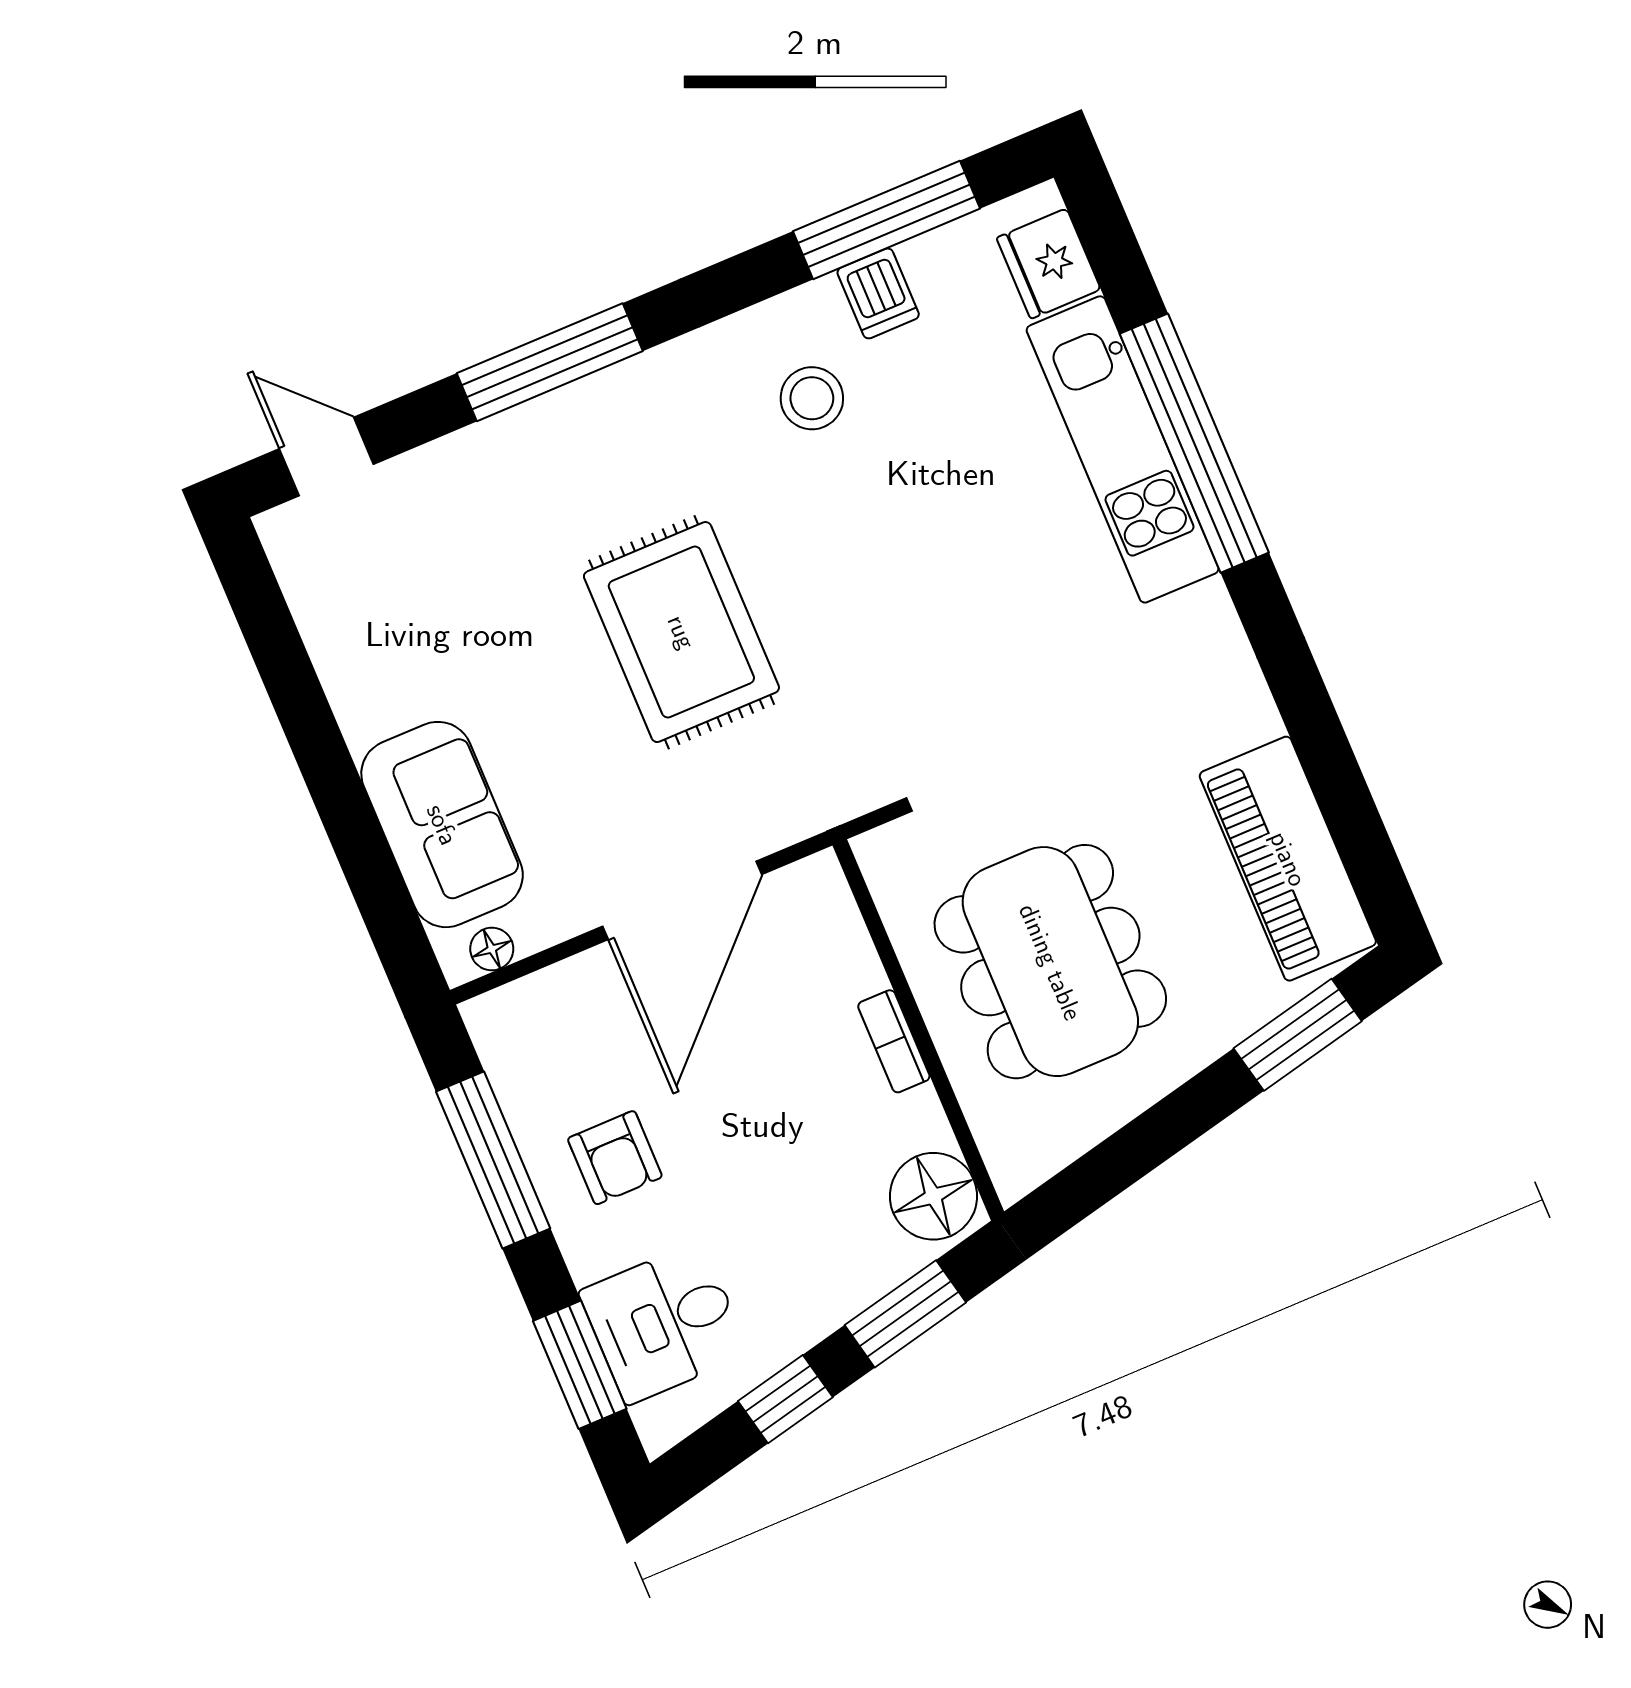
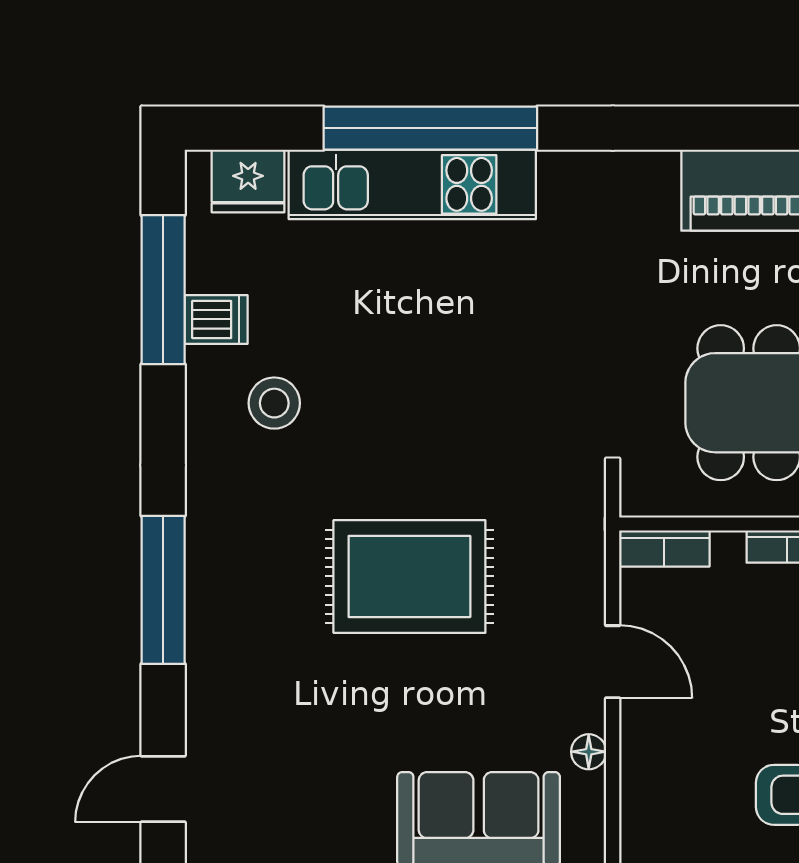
door: (682, 900) -> (613, 662), width x0.53
bookcase: (834, 905) -> (664, 549), added
floor lamp: (492, 949) -> (589, 752), moved

